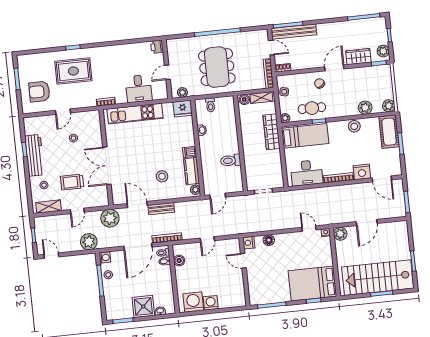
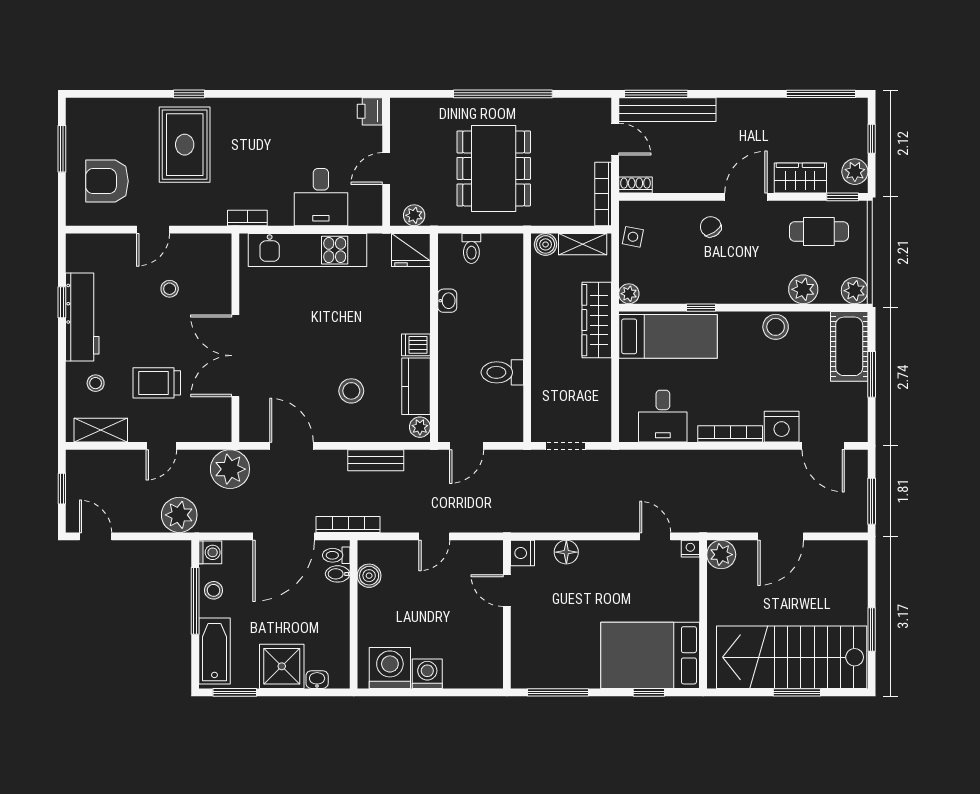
rug: (73, 71) -> (185, 145), turned 90
cafe table: (312, 108) -> (819, 231), moved
desk: (307, 173) -> (663, 416), width x0.73
bench: (161, 209) -> (376, 460), moved
bathtub: (112, 303) -> (214, 651), added

